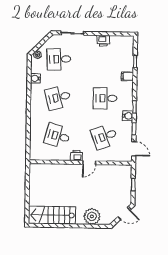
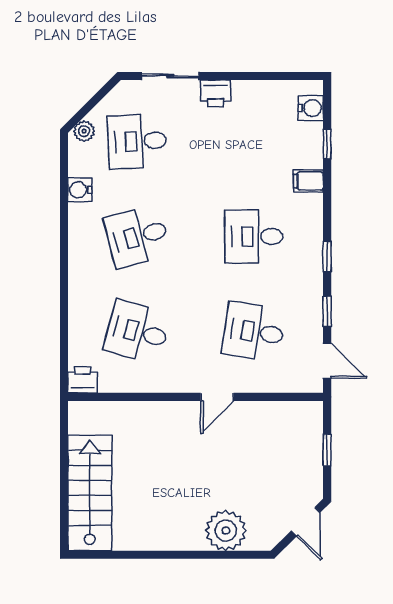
printer: (103, 41) -> (215, 93), moved
water cooler: (128, 116) -> (311, 108), moved
desk: (104, 137) -> (254, 332), turned 30
printer: (76, 155) -> (83, 380), moved
door: (124, 213) -> (306, 522), hinge flipped
stairs: (52, 215) -> (90, 493), moved, turned 90

